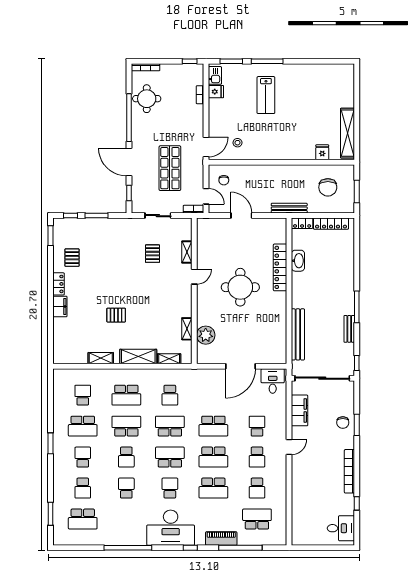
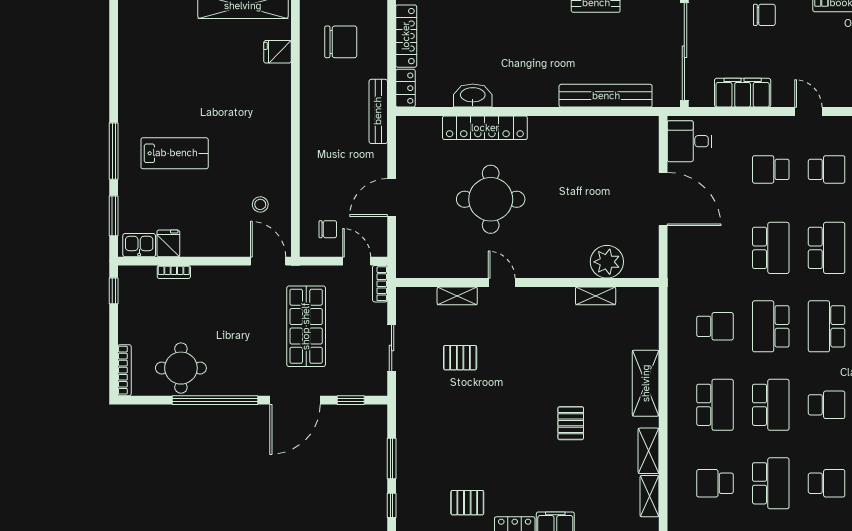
shop shelf: (170, 168) -> (306, 326), turned 90
door: (206, 196) -> (357, 261), hinge flipped
round table: (240, 287) -> (491, 199), moved
shelving: (169, 359) -> (649, 496), moved
school desk: (126, 426) -> (771, 405), turned 180
school desk: (83, 457) -> (827, 483), turned 180

